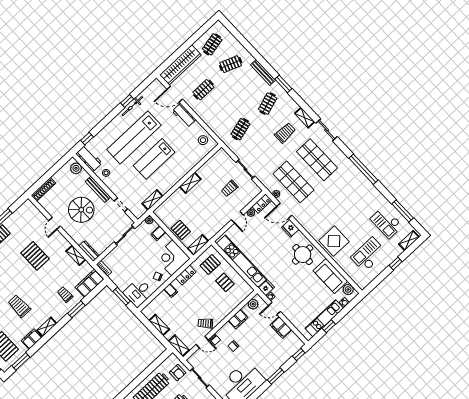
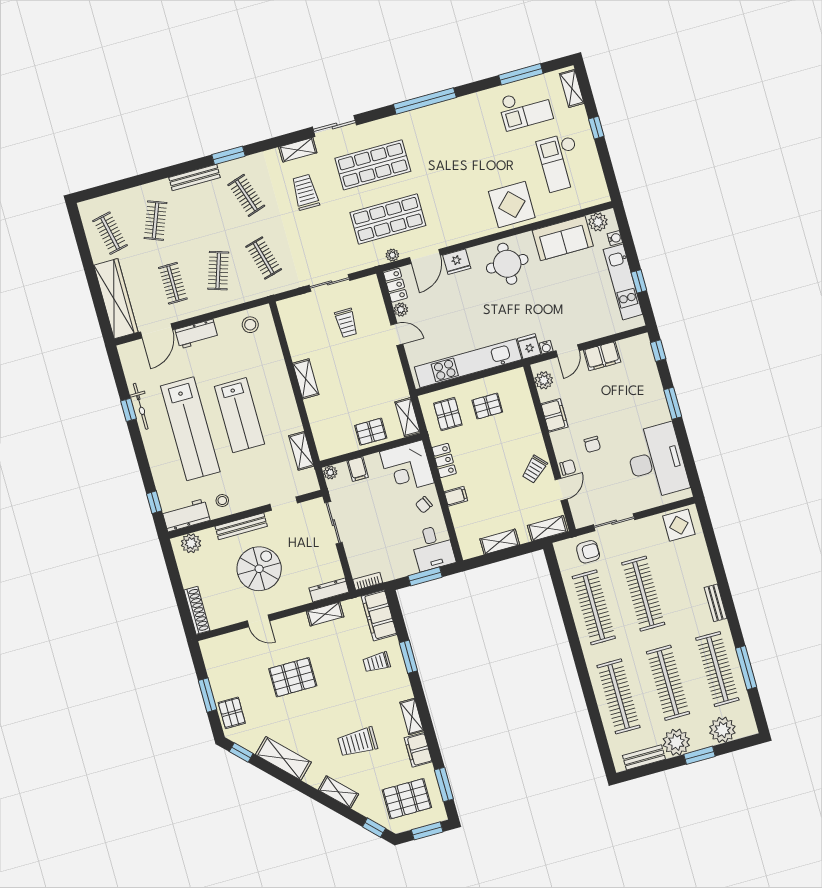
clothes rail: (222, 109) -> (218, 271), added

